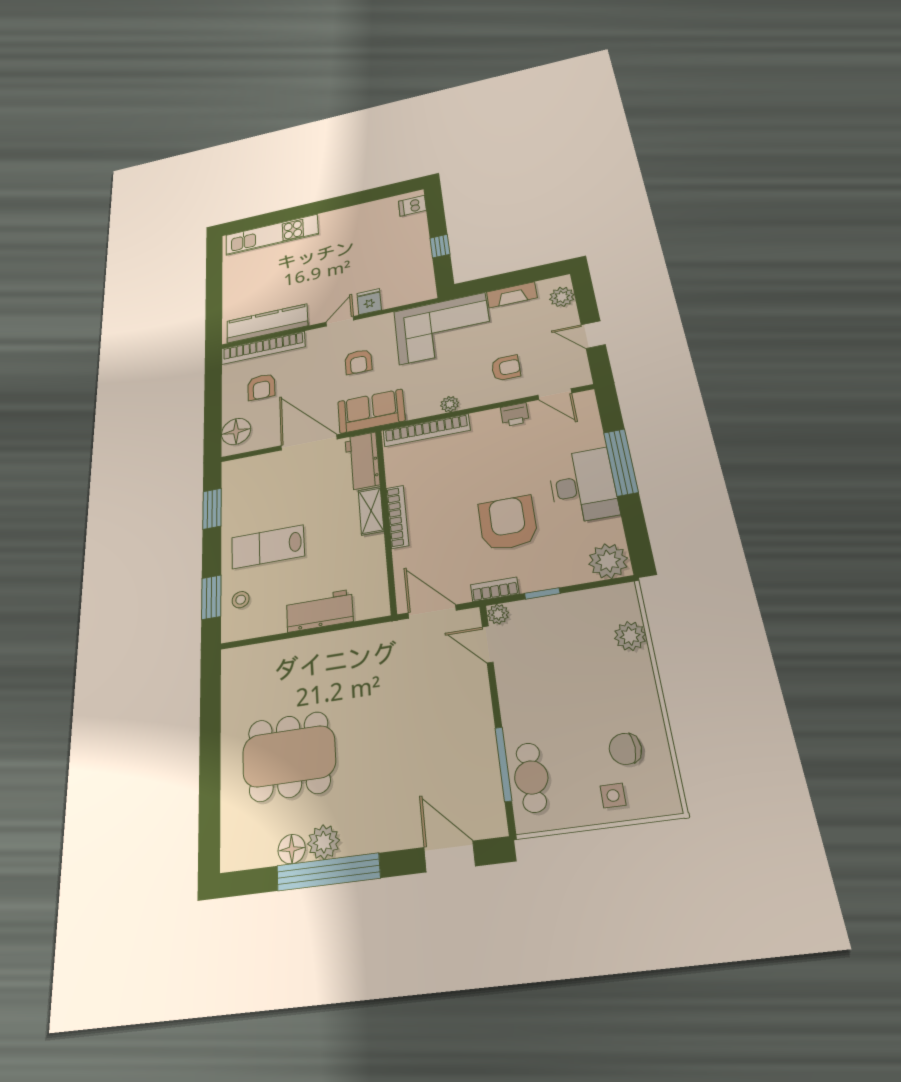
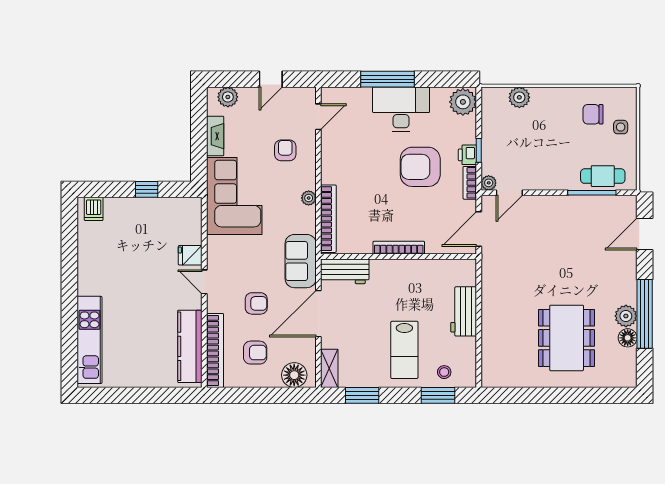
armchair: (358, 362) -> (256, 303), moved
printer: (515, 415) -> (467, 155), moved, turned 180
shelving: (371, 511) -> (329, 368), moved, turned 90
chair: (625, 749) -> (593, 114), turned 90

